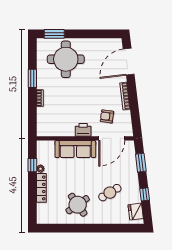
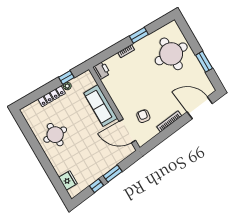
window: (54, 34) -> (204, 62), moved
printer: (83, 130) -> (102, 70), moved
window: (141, 163) -> (113, 174), moved
cafe table: (110, 193) -> (81, 156), removed
round table: (78, 205) -> (55, 135), turned 35
fridge: (136, 212) -> (68, 180), moved, turned 97

